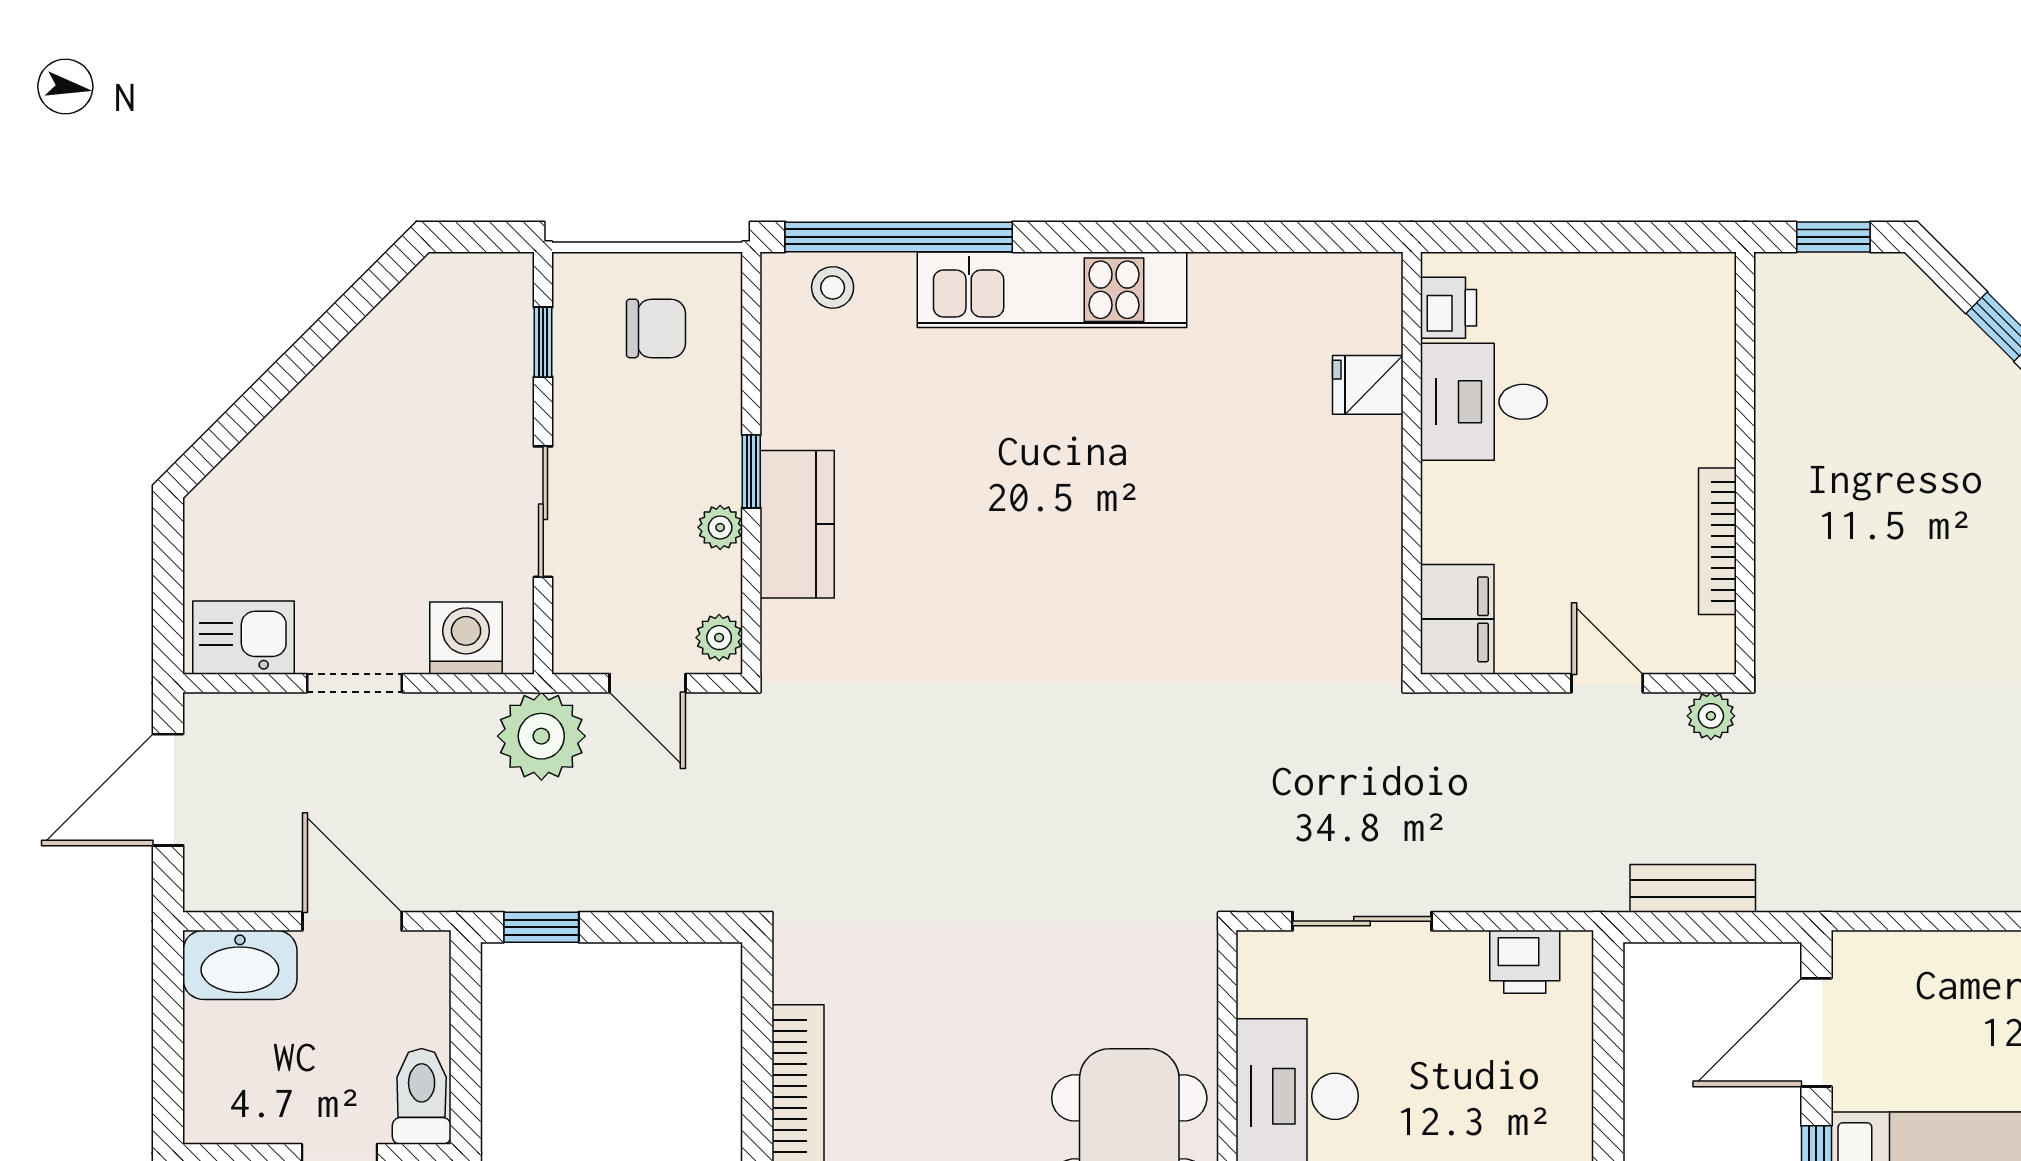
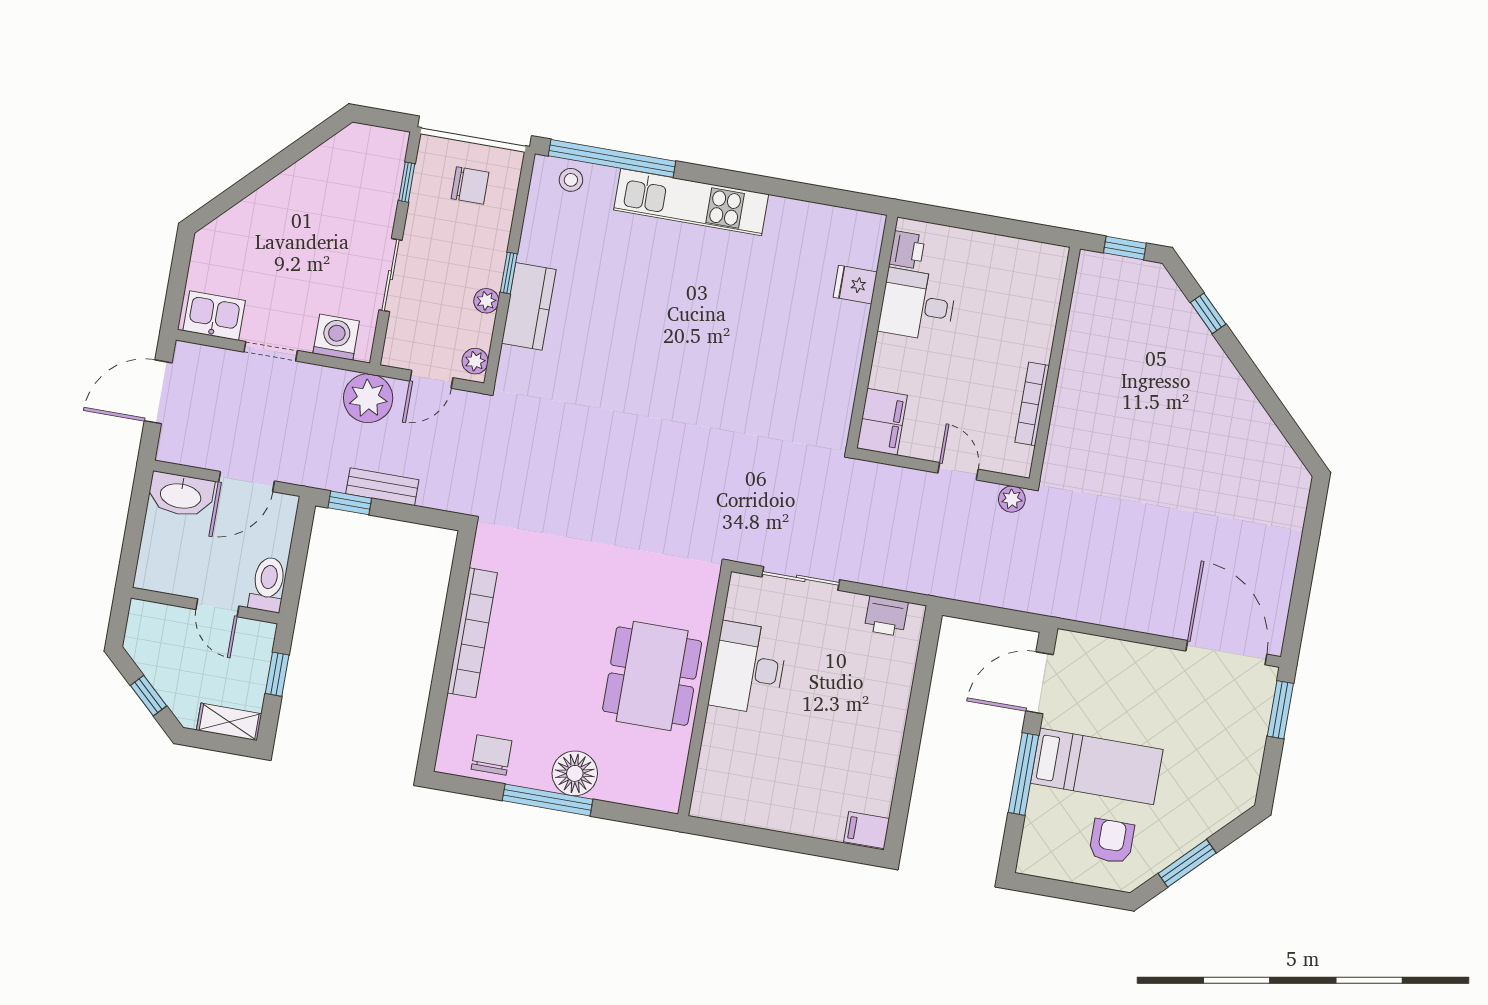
door: (647, 683) -> (431, 379), hinge flipped
bench: (1693, 888) -> (382, 487), moved
door: (352, 921) -> (247, 482), swing flipped

